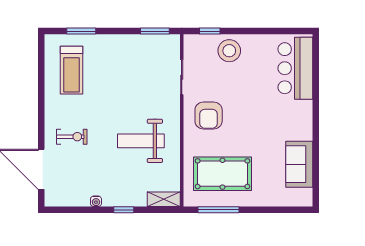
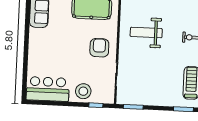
bar counter: (295, 68) -> (48, 89), moved, turned -90
weight bench: (141, 141) -> (146, 33), turned 180

